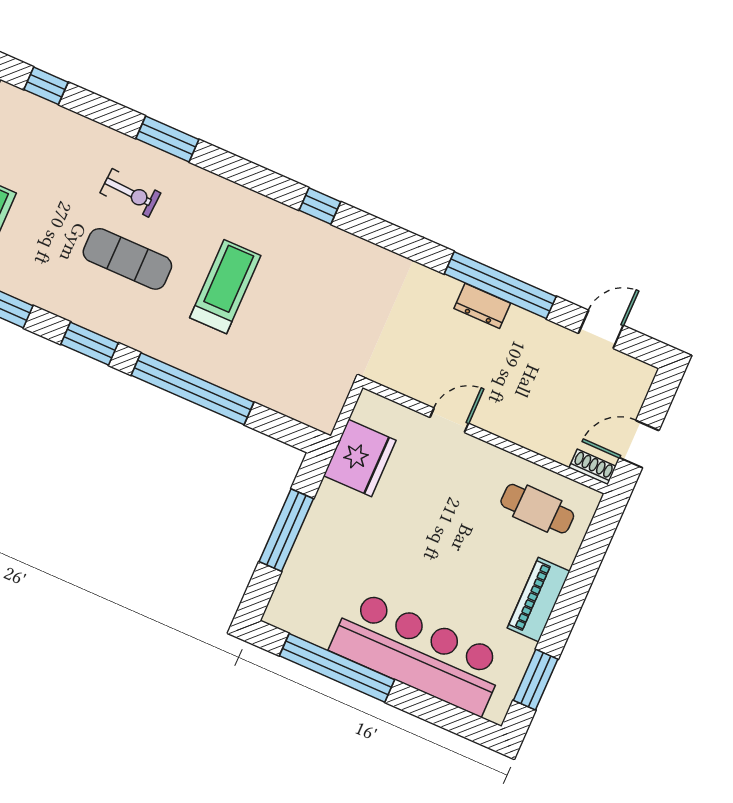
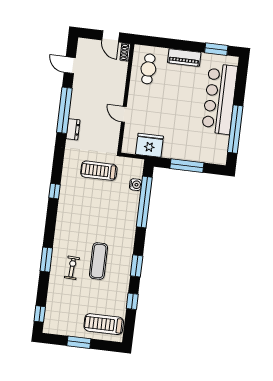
treadmill: (225, 287) -> (99, 171), moved
dresser: (482, 306) -> (73, 129), moved
window: (193, 389) -> (144, 202), moved
water cooler: (278, 398) -> (136, 185), added

